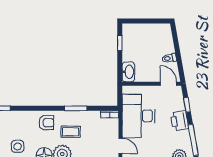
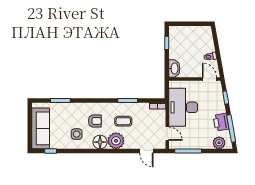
printer: (180, 121) -> (221, 122), moved
armchair: (46, 123) -> (95, 121), moved

